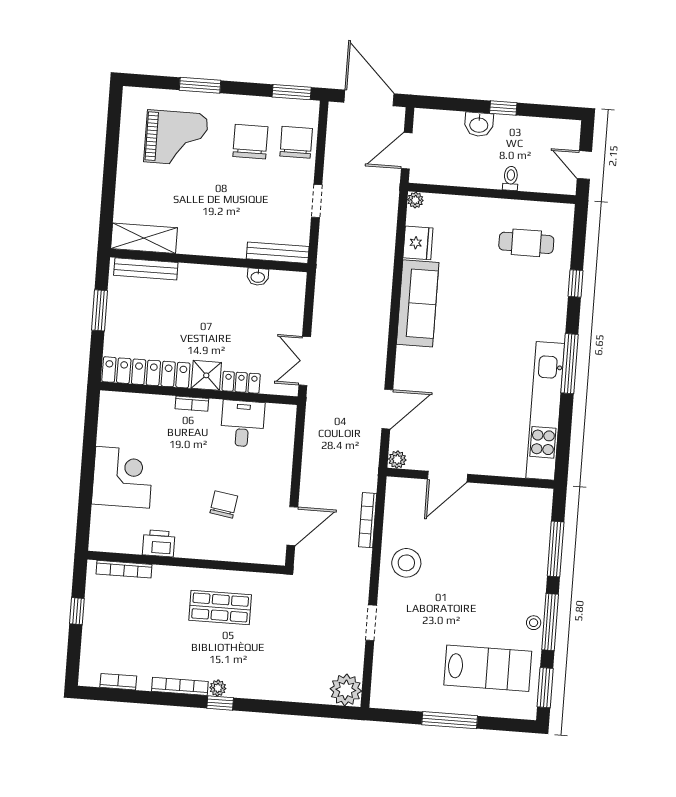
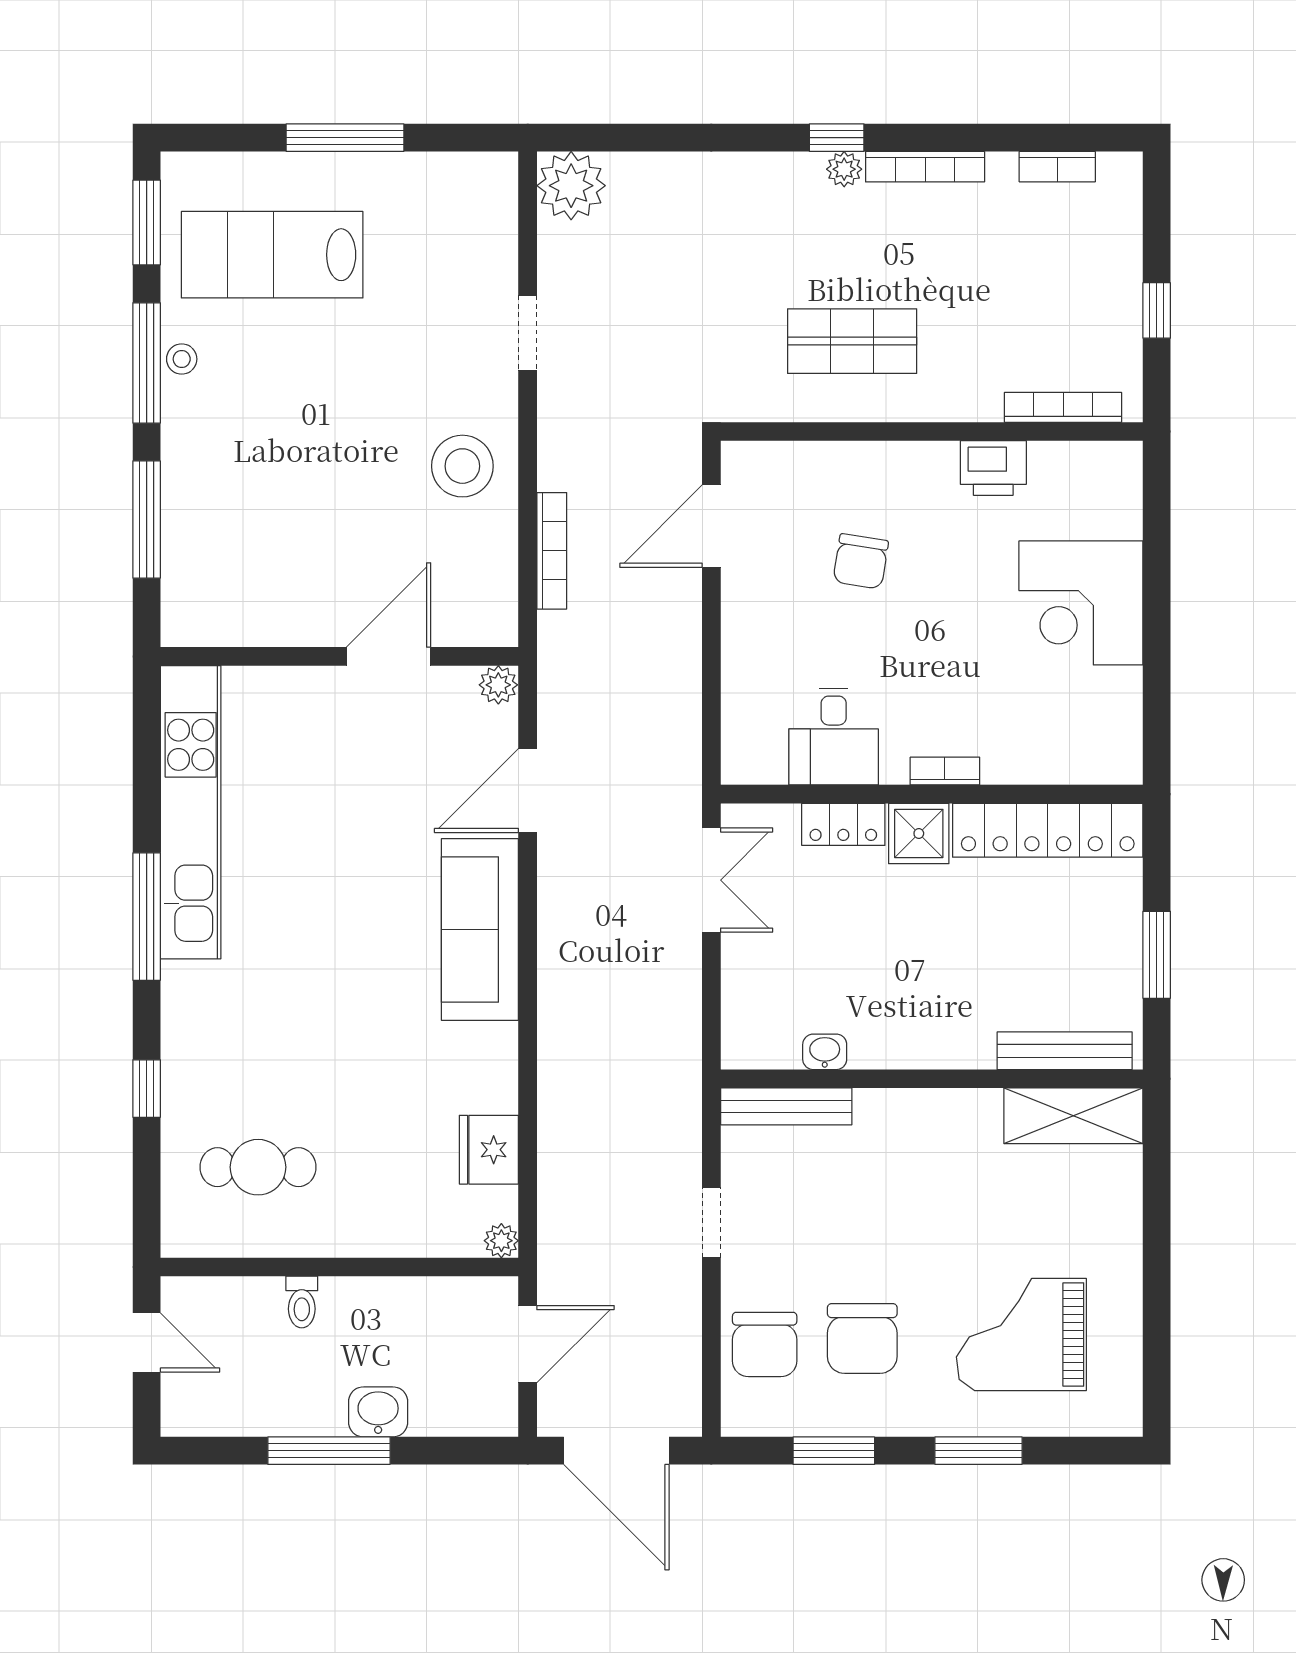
window: (292, 92) -> (834, 1451), moved
window: (503, 108) -> (329, 1451), width x2.17
sofa: (418, 303) -> (480, 930), moved

